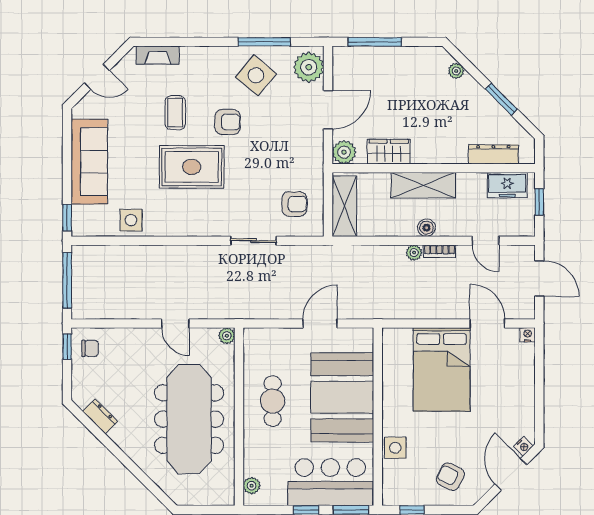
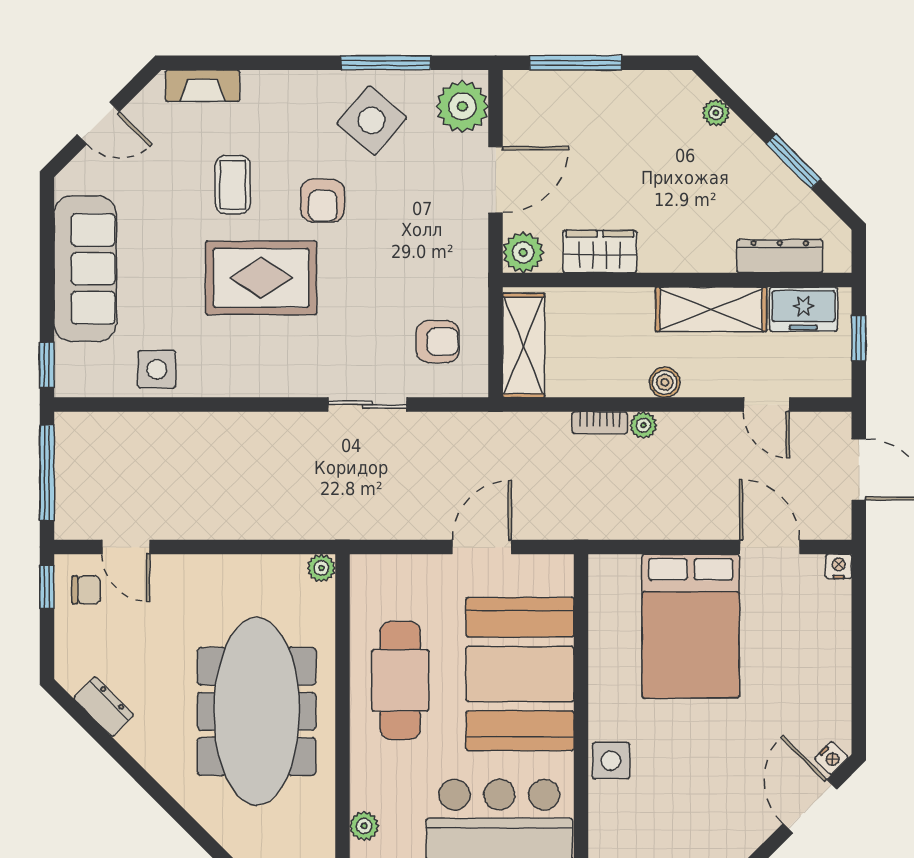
armchair: (227, 122) -> (323, 201), turned 90
shelving: (423, 185) -> (711, 309), moved
bookcase: (439, 251) -> (600, 423), moved
door: (175, 323) -> (126, 547), moved
cafe table: (273, 401) -> (400, 680), width x1.37, depth x1.35
armchair: (450, 477) -> (706, 810), removed

